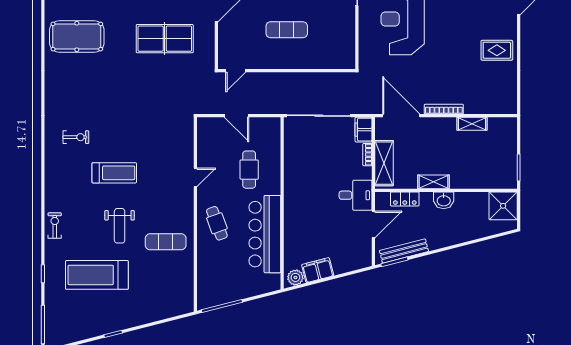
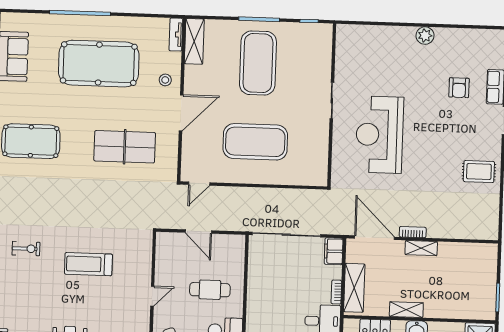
exercise mat: (287, 30) -> (255, 142), width x2.00, depth x1.45
bookcase: (444, 109) -> (413, 232), width x0.64
shelving: (472, 124) -> (421, 248), moved
bookcase: (367, 155) -> (336, 292), moved
cafe table: (249, 170) -> (210, 290), turned 90
treadmill: (114, 173) -> (88, 264), moved, turned 180

